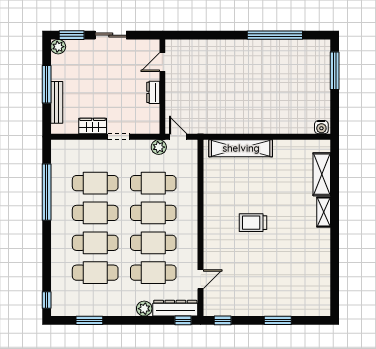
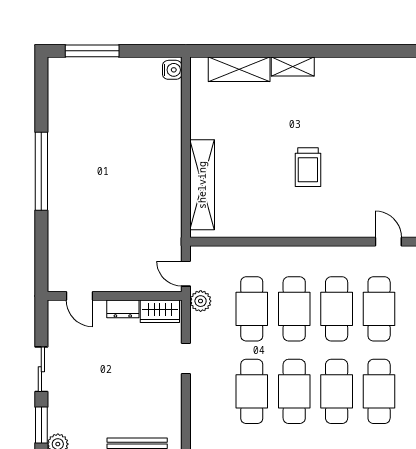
window: (275, 35) -> (41, 171), moved
wardrobe: (93, 126) -> (160, 311), moved, turned -90
door: (178, 137) -> (186, 274), hinge flipped

